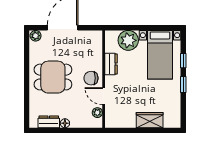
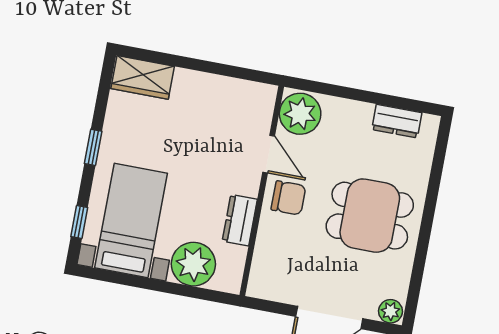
window: (183, 61) -> (79, 222), moved
plant: (97, 113) -> (300, 114), width x1.88, depth x1.88
wardrobe: (150, 120) -> (143, 77), moved
floor lamp: (65, 123) -> (363, 112), removed

